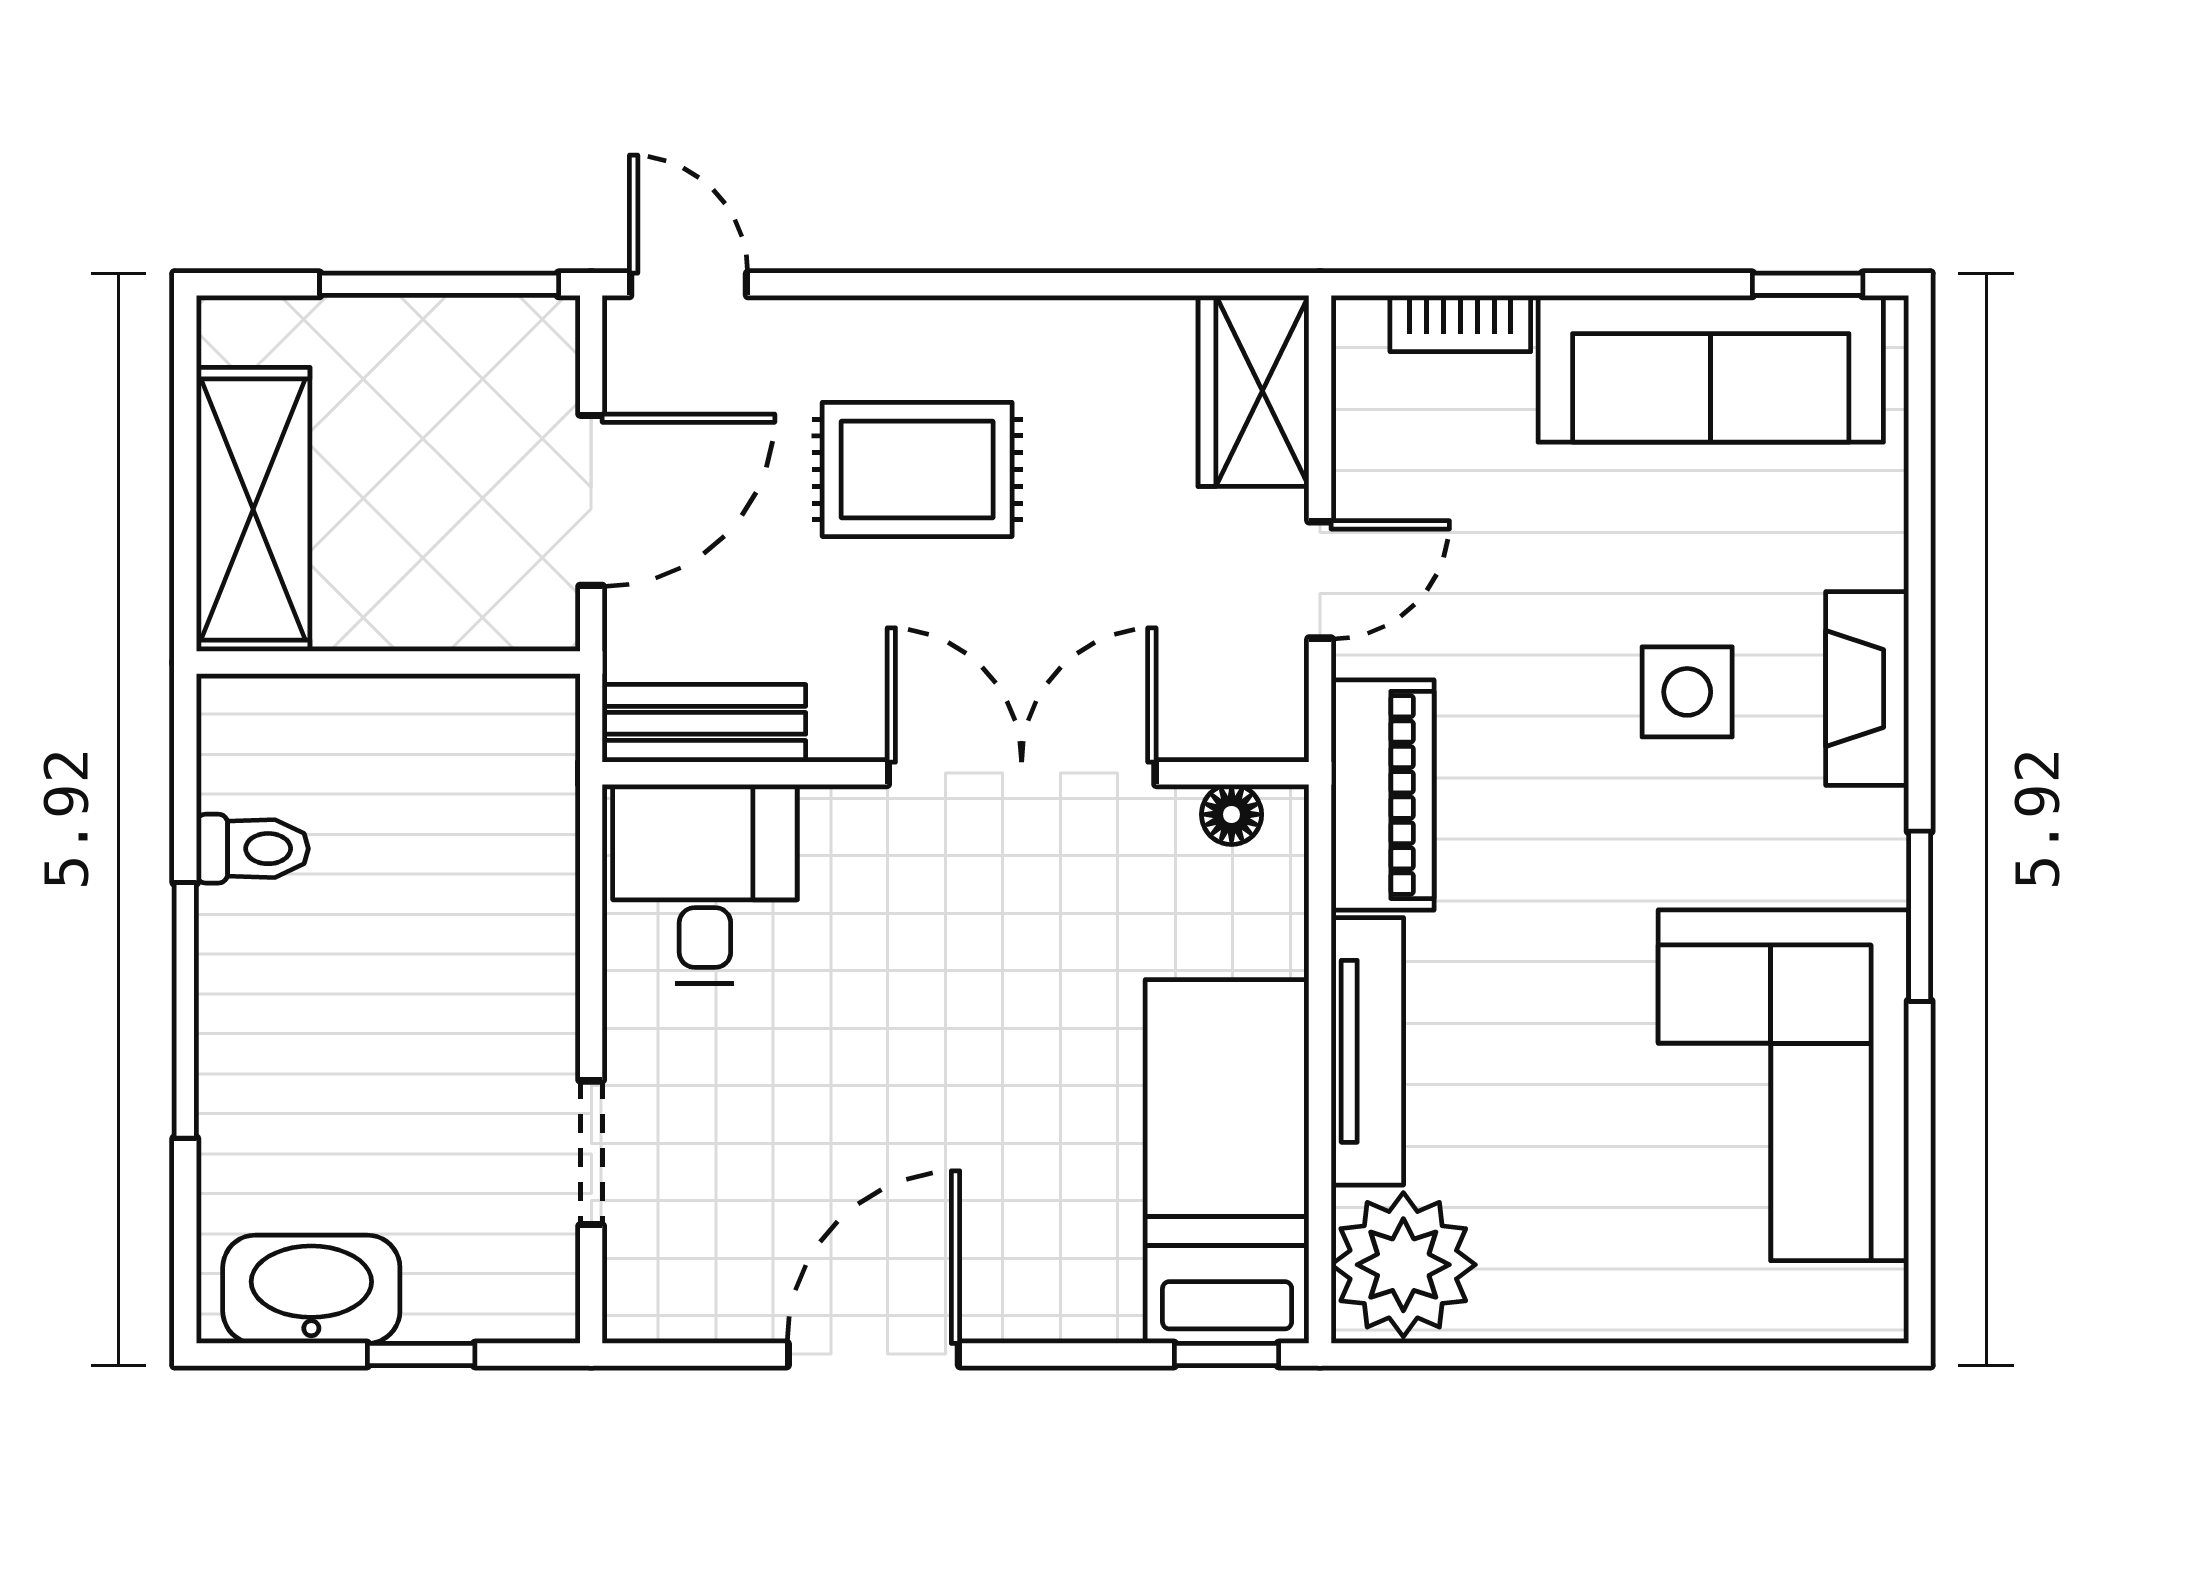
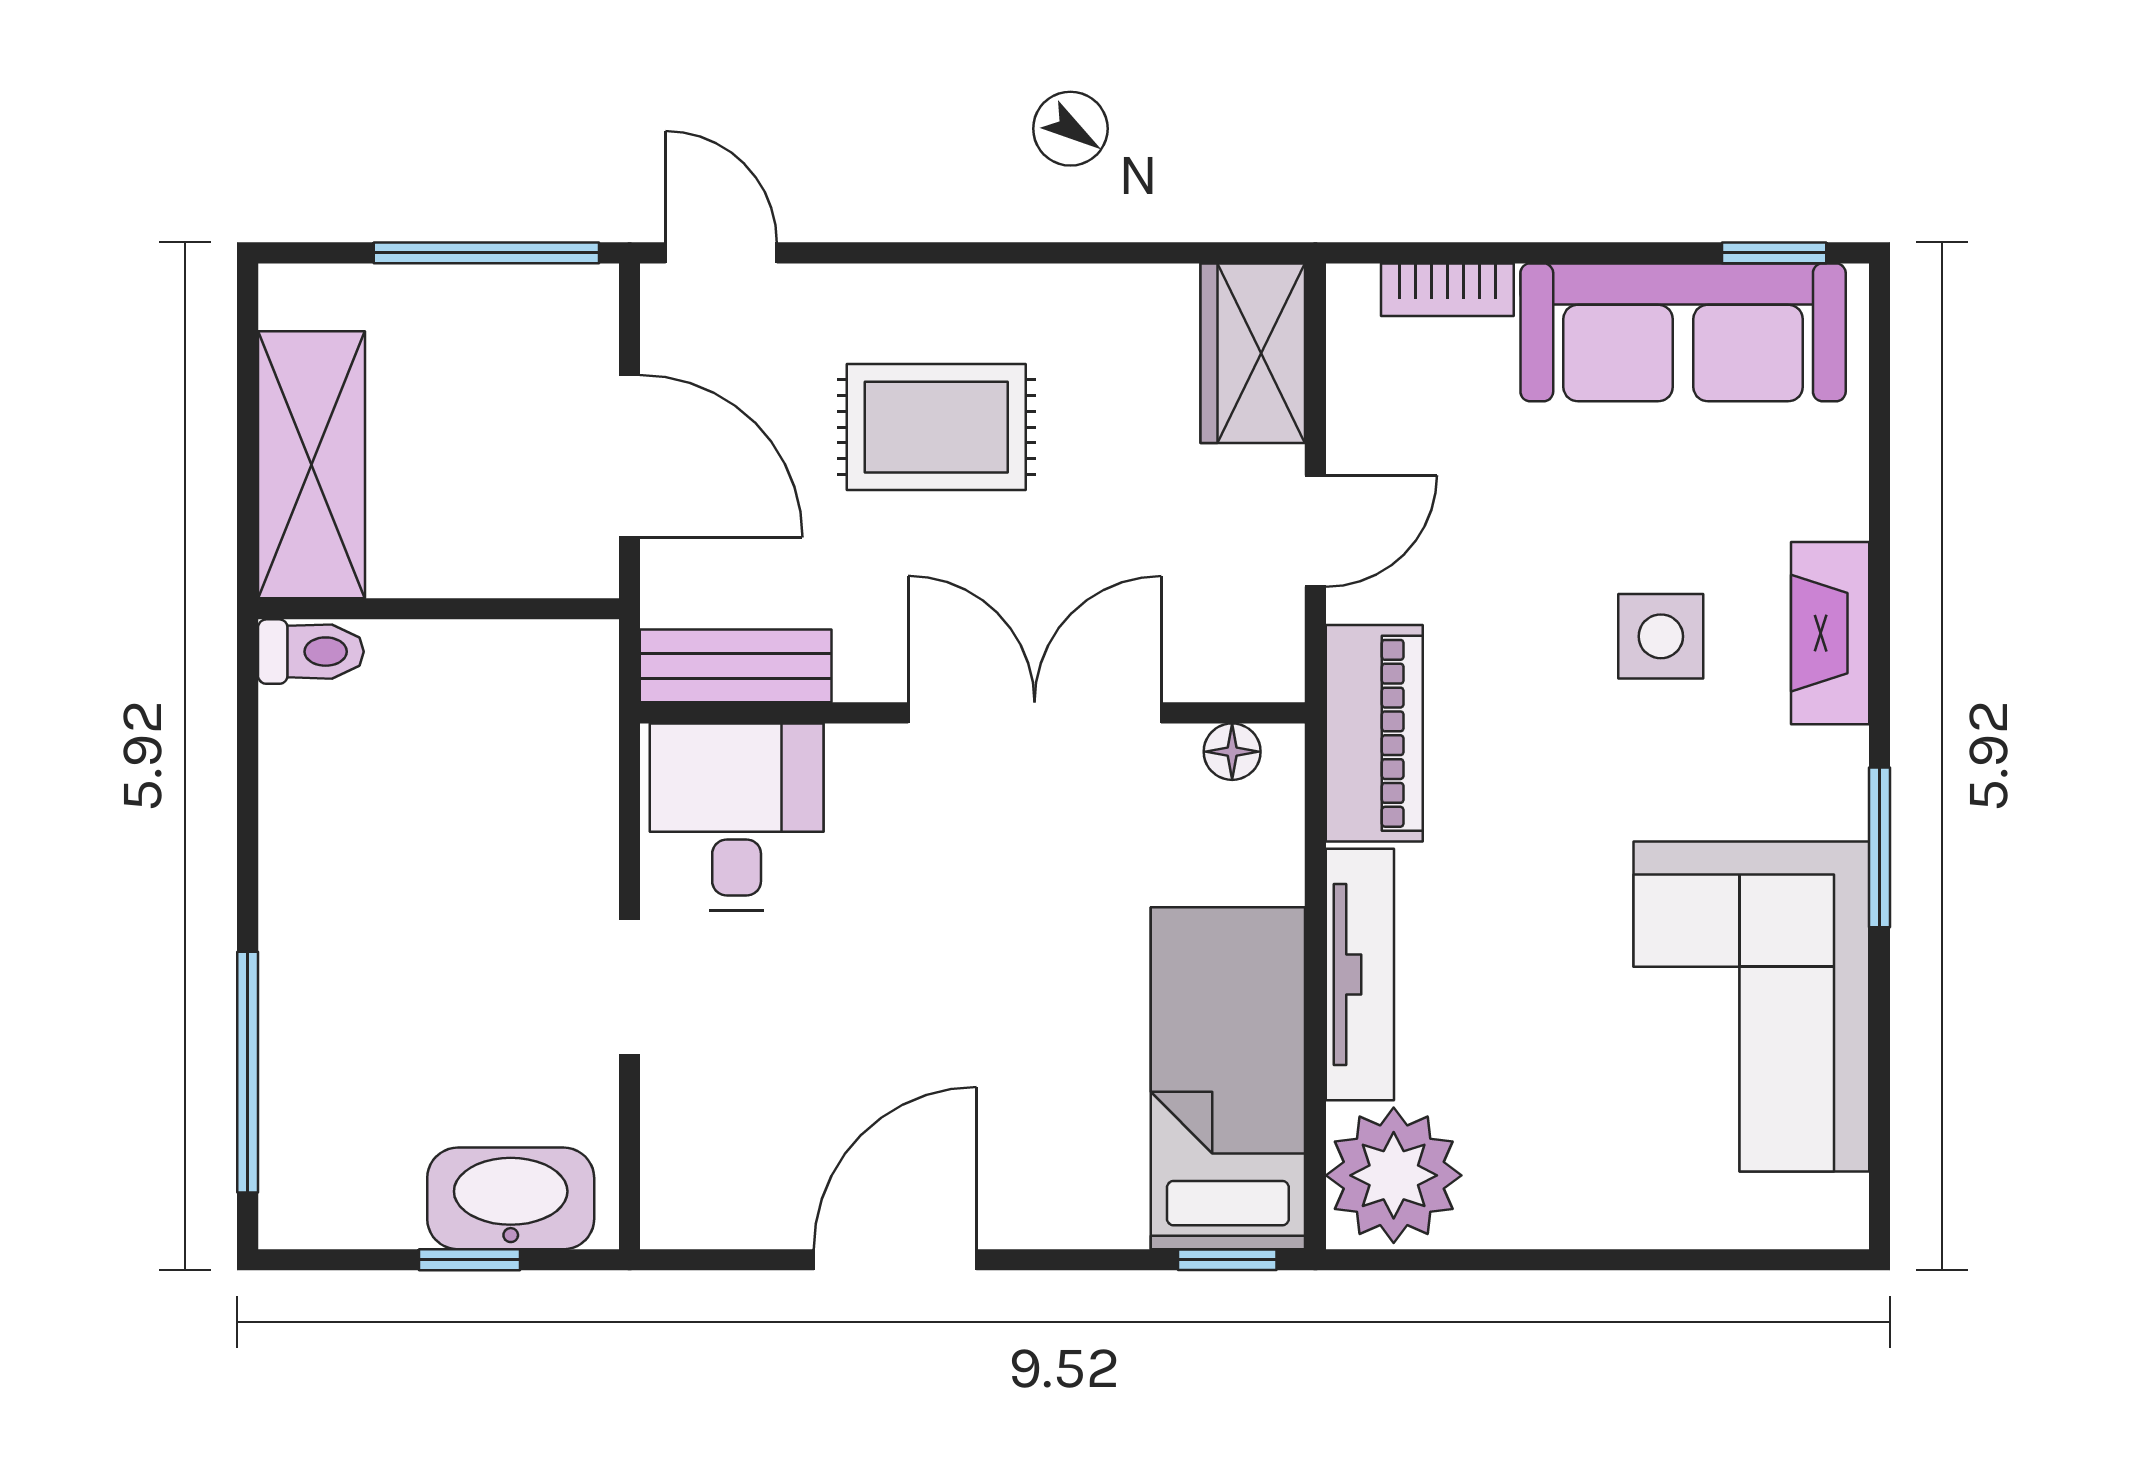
door: (591, 500) -> (630, 456), hinge flipped
toilet: (252, 849) -> (311, 652), moved
window: (185, 1010) -> (248, 1072), moved
doorway: (591, 1153) -> (630, 987), moved
washbasin: (311, 1289) -> (511, 1198), moved

